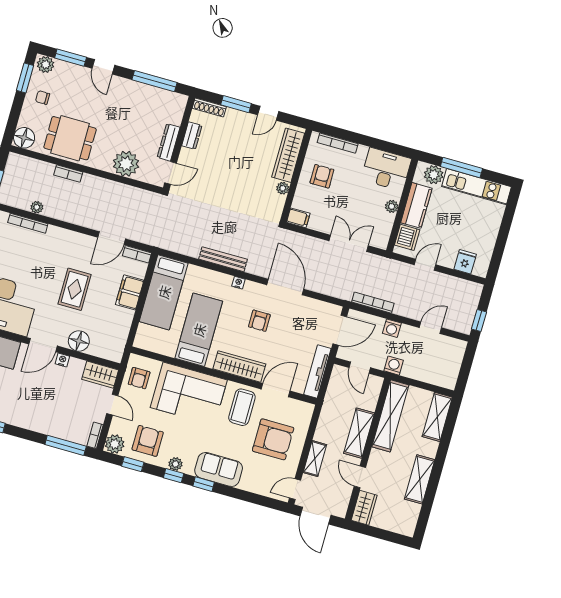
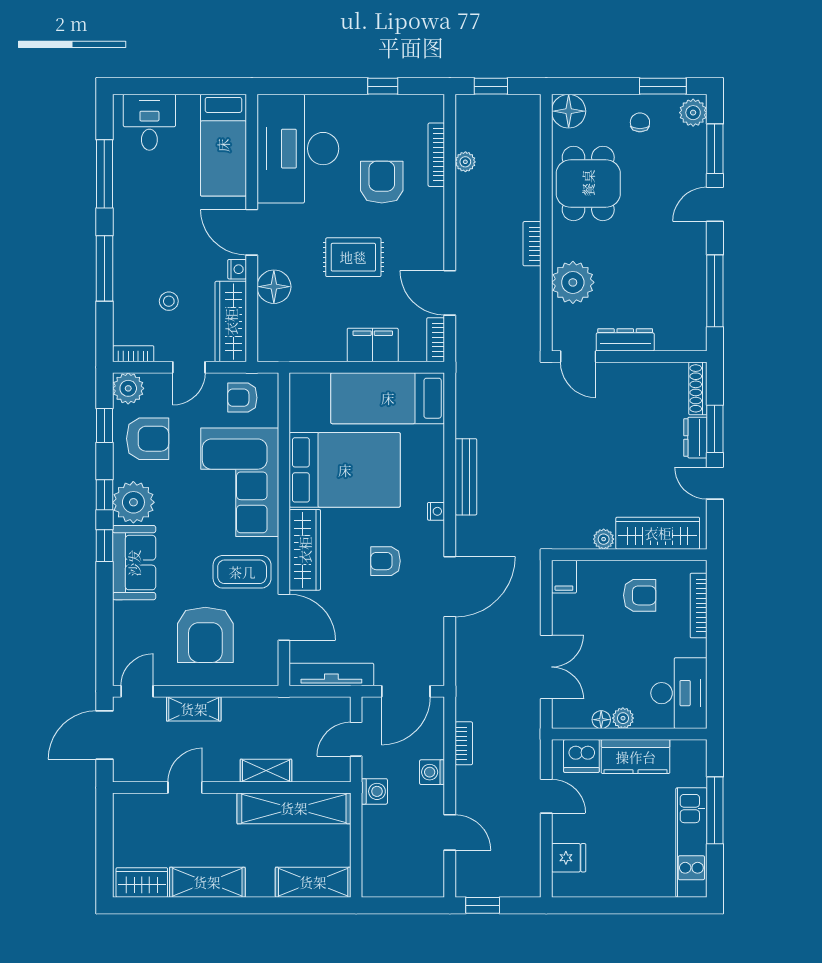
dresser: (192, 136) -> (695, 438), moved, turned 90
bookcase: (68, 174) -> (532, 244), moved
plant: (434, 175) -> (691, 770), removed
floor lamp: (389, 220) -> (601, 720), added
armchair: (35, 260) -> (382, 182), added
bookcase: (373, 303) -> (464, 743), width x0.64
bed: (199, 330) -> (345, 470), width x1.50
door: (340, 330) -> (406, 691), hinge flipped
wardrobe: (100, 375) -> (231, 322), width x1.50
stool: (70, 406) -> (169, 301), added
shelving: (359, 433) -> (266, 771), width x0.67, depth x0.75
window: (66, 445) -> (104, 268), moved
plant: (175, 464) -> (133, 502), width x1.88, depth x1.88
door: (295, 489) -> (137, 691), hinge flipped
wardrobe: (364, 508) -> (142, 882), moved, turned 180

